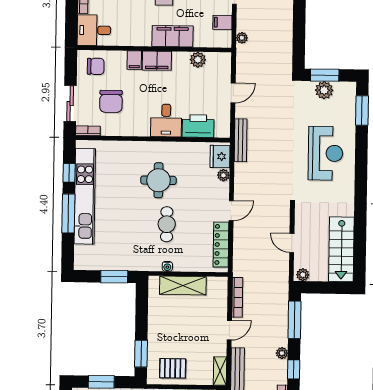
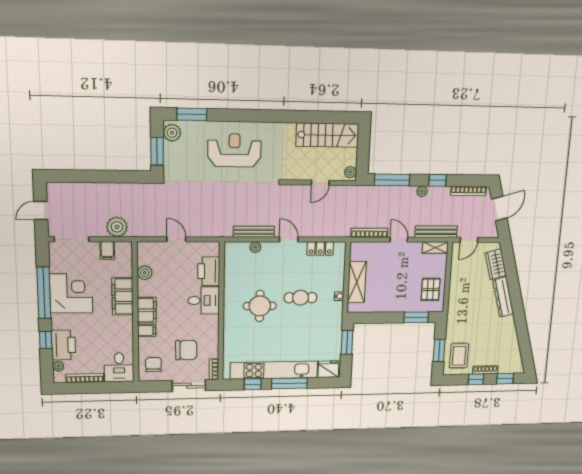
plant: (242, 38) -> (117, 227), width x1.87, depth x1.87
plant: (324, 90) -> (172, 133), moved
bench: (241, 140) -> (254, 232), moved
fridge: (220, 157) -> (328, 369), moved, turned 180
locker: (221, 245) -> (320, 248), width x0.66

